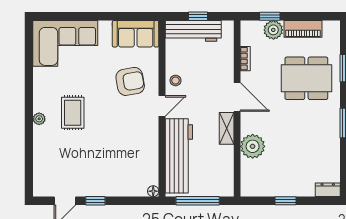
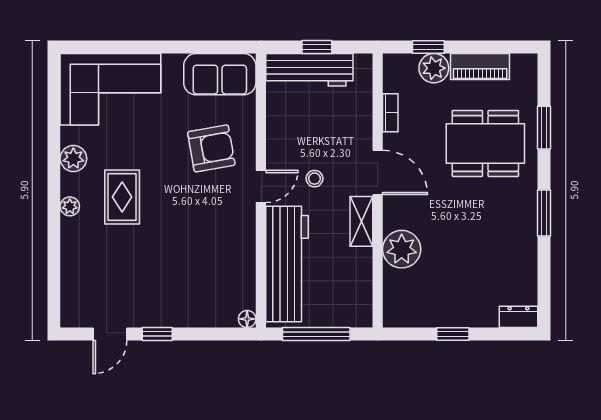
stool: (175, 80) -> (314, 179), moved
plant: (41, 88) -> (73, 159), added

